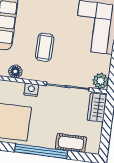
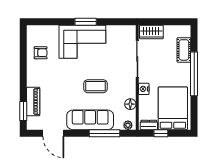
coffee table: (45, 47) -> (95, 86), moved
plant: (101, 81) -> (129, 32), removed

